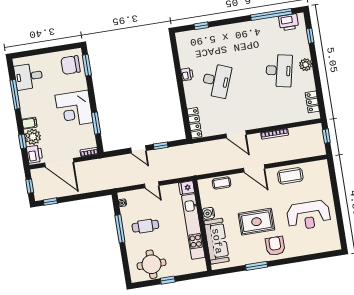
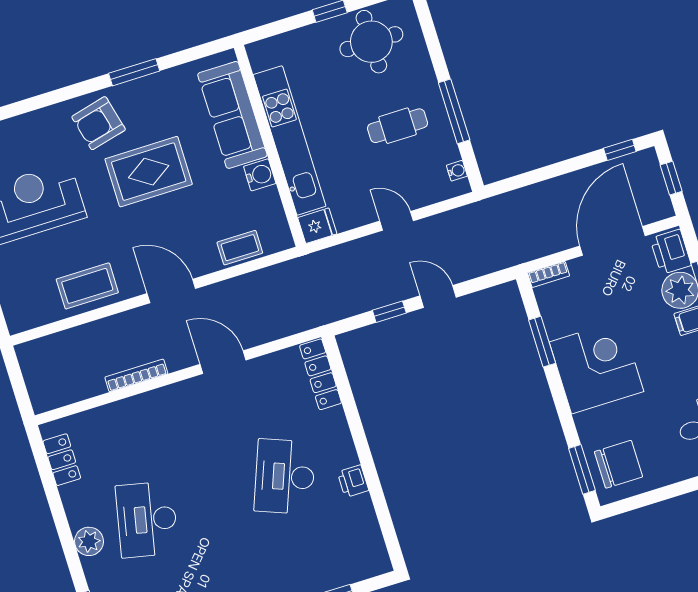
window: (326, 136) -> (19, 387), removed
door: (59, 163) -> (612, 241), hinge flipped
armchair: (275, 246) -> (99, 123), turned 76

